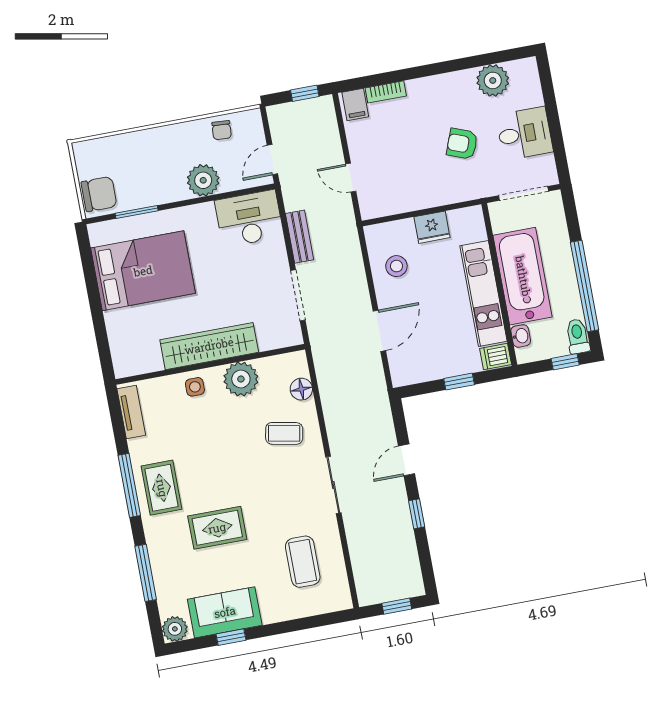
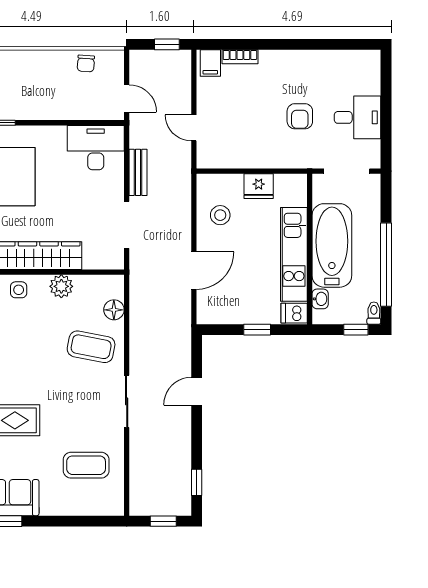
plant: (493, 80) -> (338, 64), removed
armchair: (462, 144) -> (300, 116), turned -111
door: (272, 160) -> (127, 98), swing flipped
plant: (203, 180) -> (61, 105), removed
toilet: (578, 336) -> (374, 313), width x0.73, depth x0.72
plant: (241, 379) -> (61, 286), width x0.73, depth x0.73
coffee table: (284, 433) -> (91, 347), width x1.36, depth x1.30
window: (417, 514) -> (197, 482), moved
coffee table: (303, 562) -> (86, 465), turned 90

